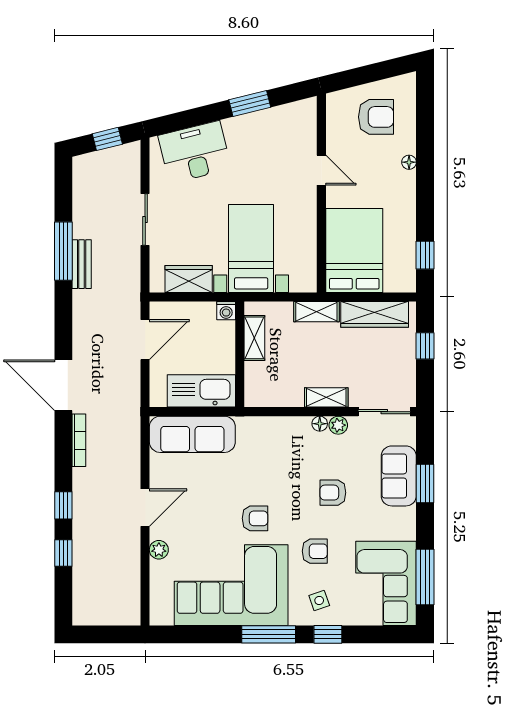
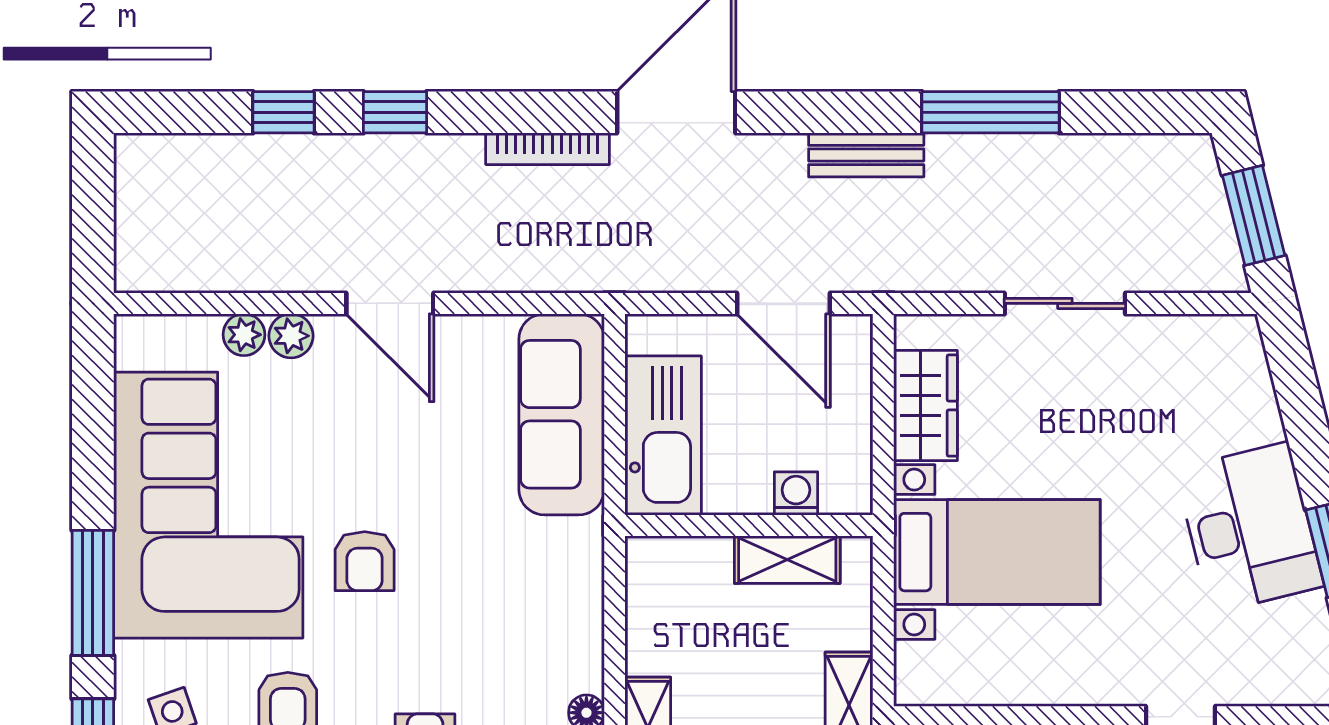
window: (107, 139) -> (1254, 215), width x1.50
desk: (195, 152) -> (1249, 528), moved
bench: (82, 264) -> (866, 155), moved
washing machine: (226, 311) -> (796, 494), moved, turned 90
plant: (158, 570) -> (244, 335), added

